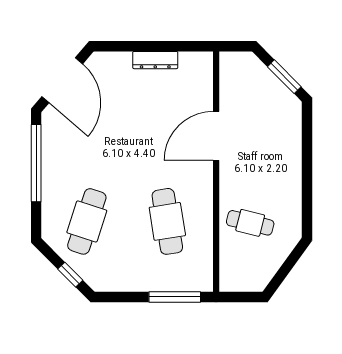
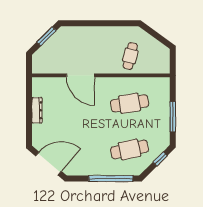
window: (36, 163) -> (111, 179), moved
cafe table: (87, 221) -> (130, 150), turned -30
window: (175, 297) -> (173, 117), moved

